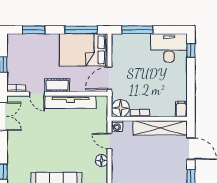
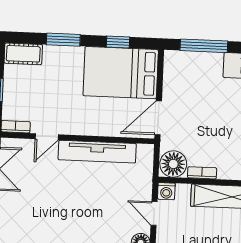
window: (34, 30) -> (63, 40), moved
window: (81, 30) -> (118, 42), width x0.46
cot: (57, 85) -> (23, 54), moved
door: (37, 94) -> (47, 137), hinge flipped

